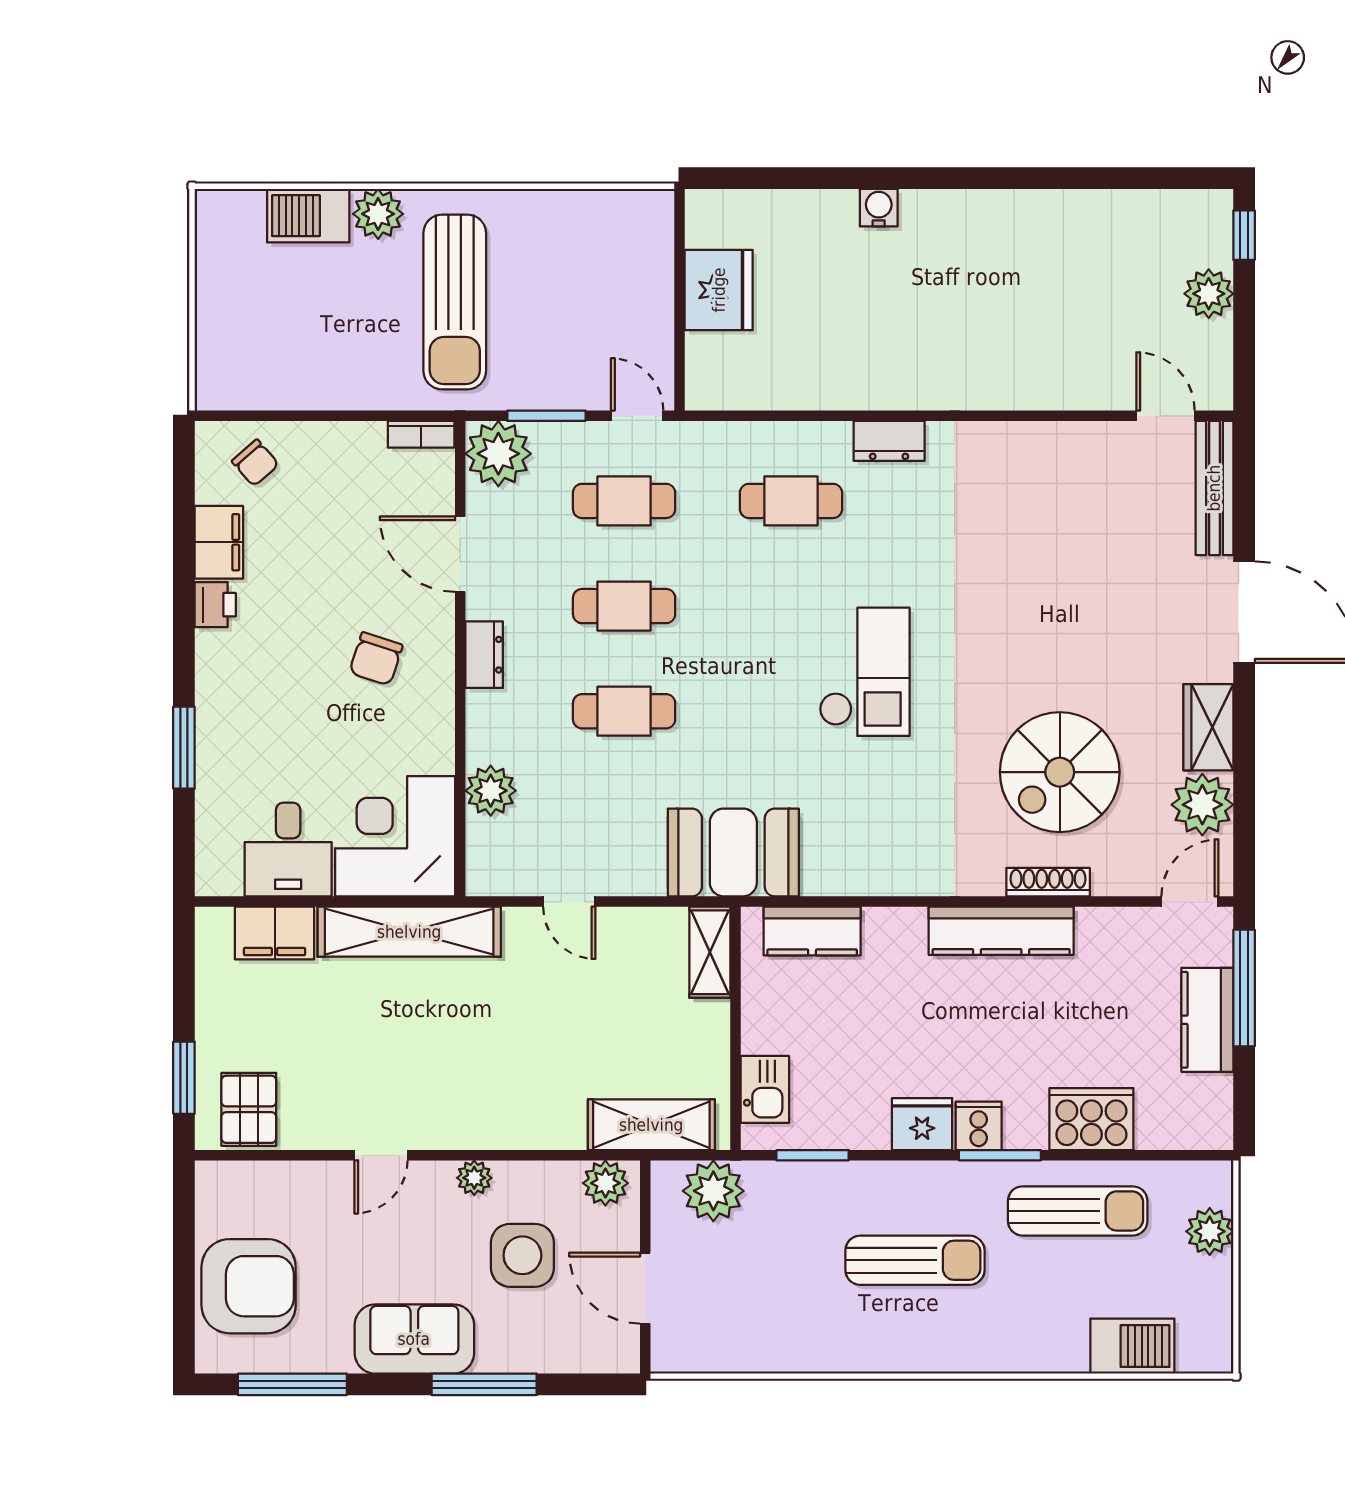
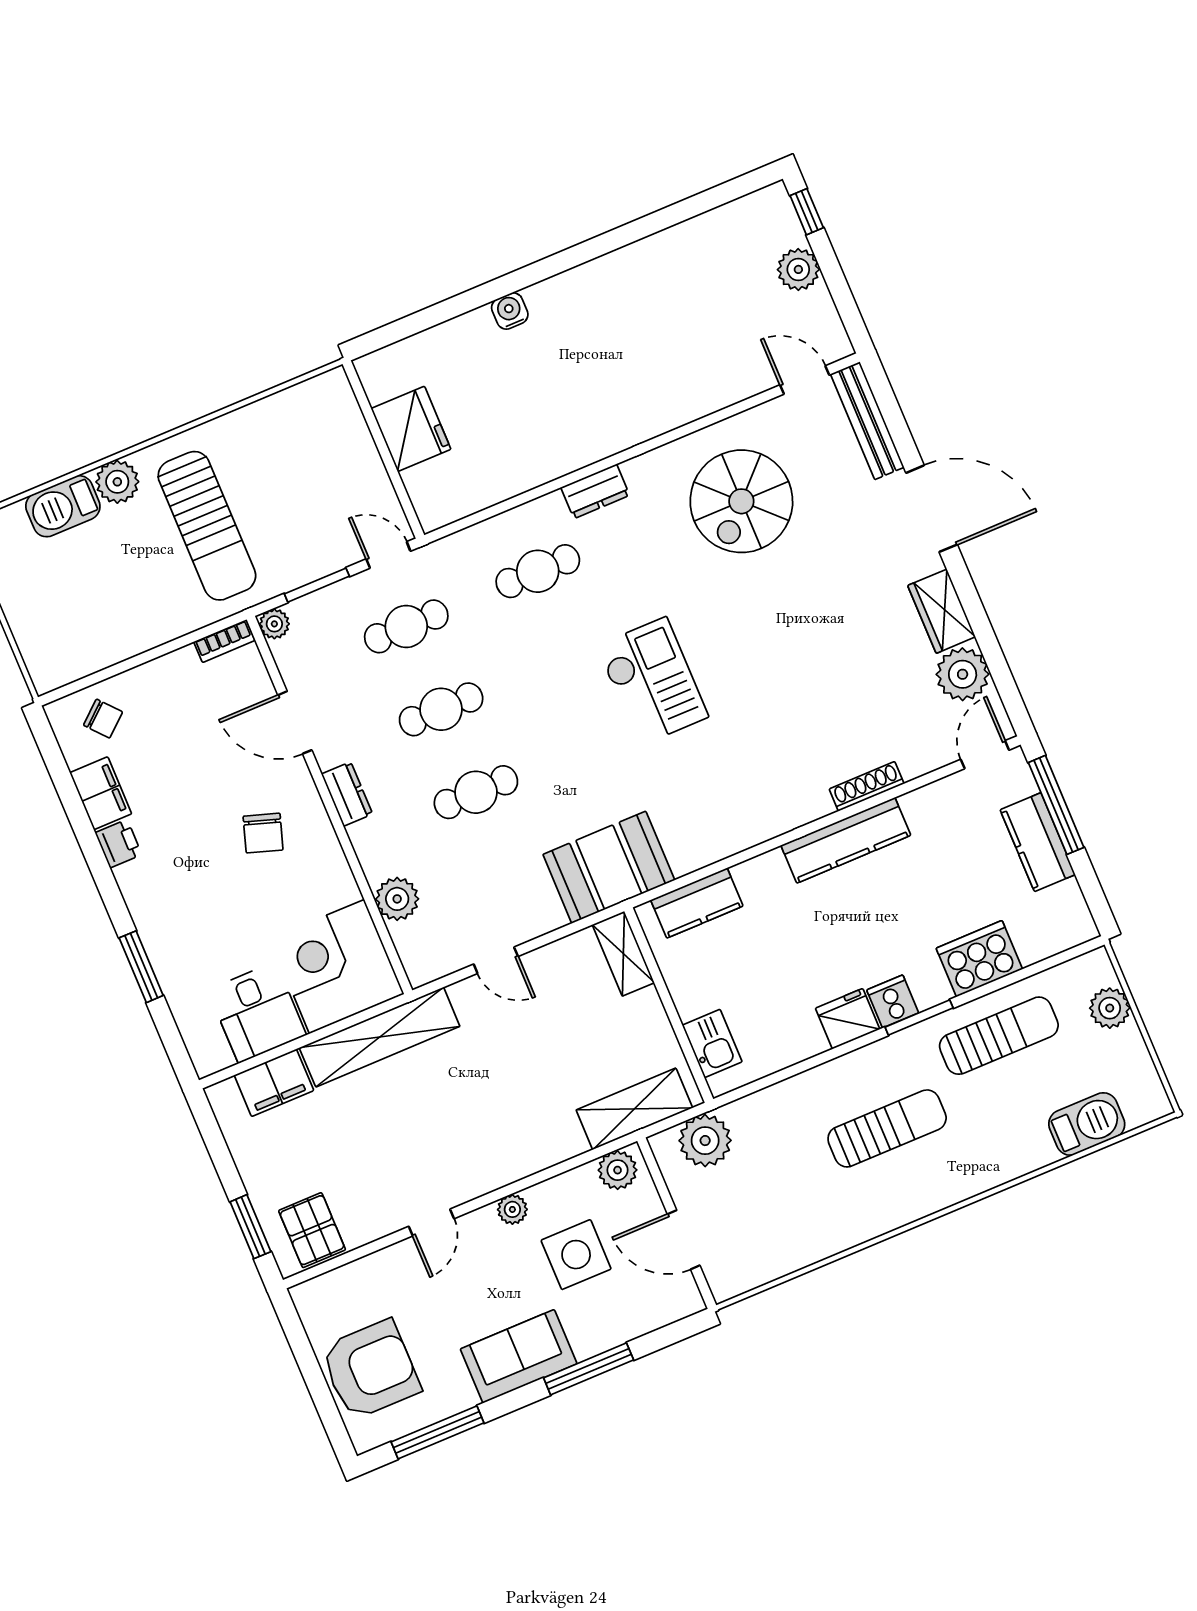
plant: (498, 454) -> (274, 624), width x0.53, depth x0.53
spiral stairs: (1060, 772) -> (741, 501), moved
window: (813, 1155) -> (772, 1080), removed

